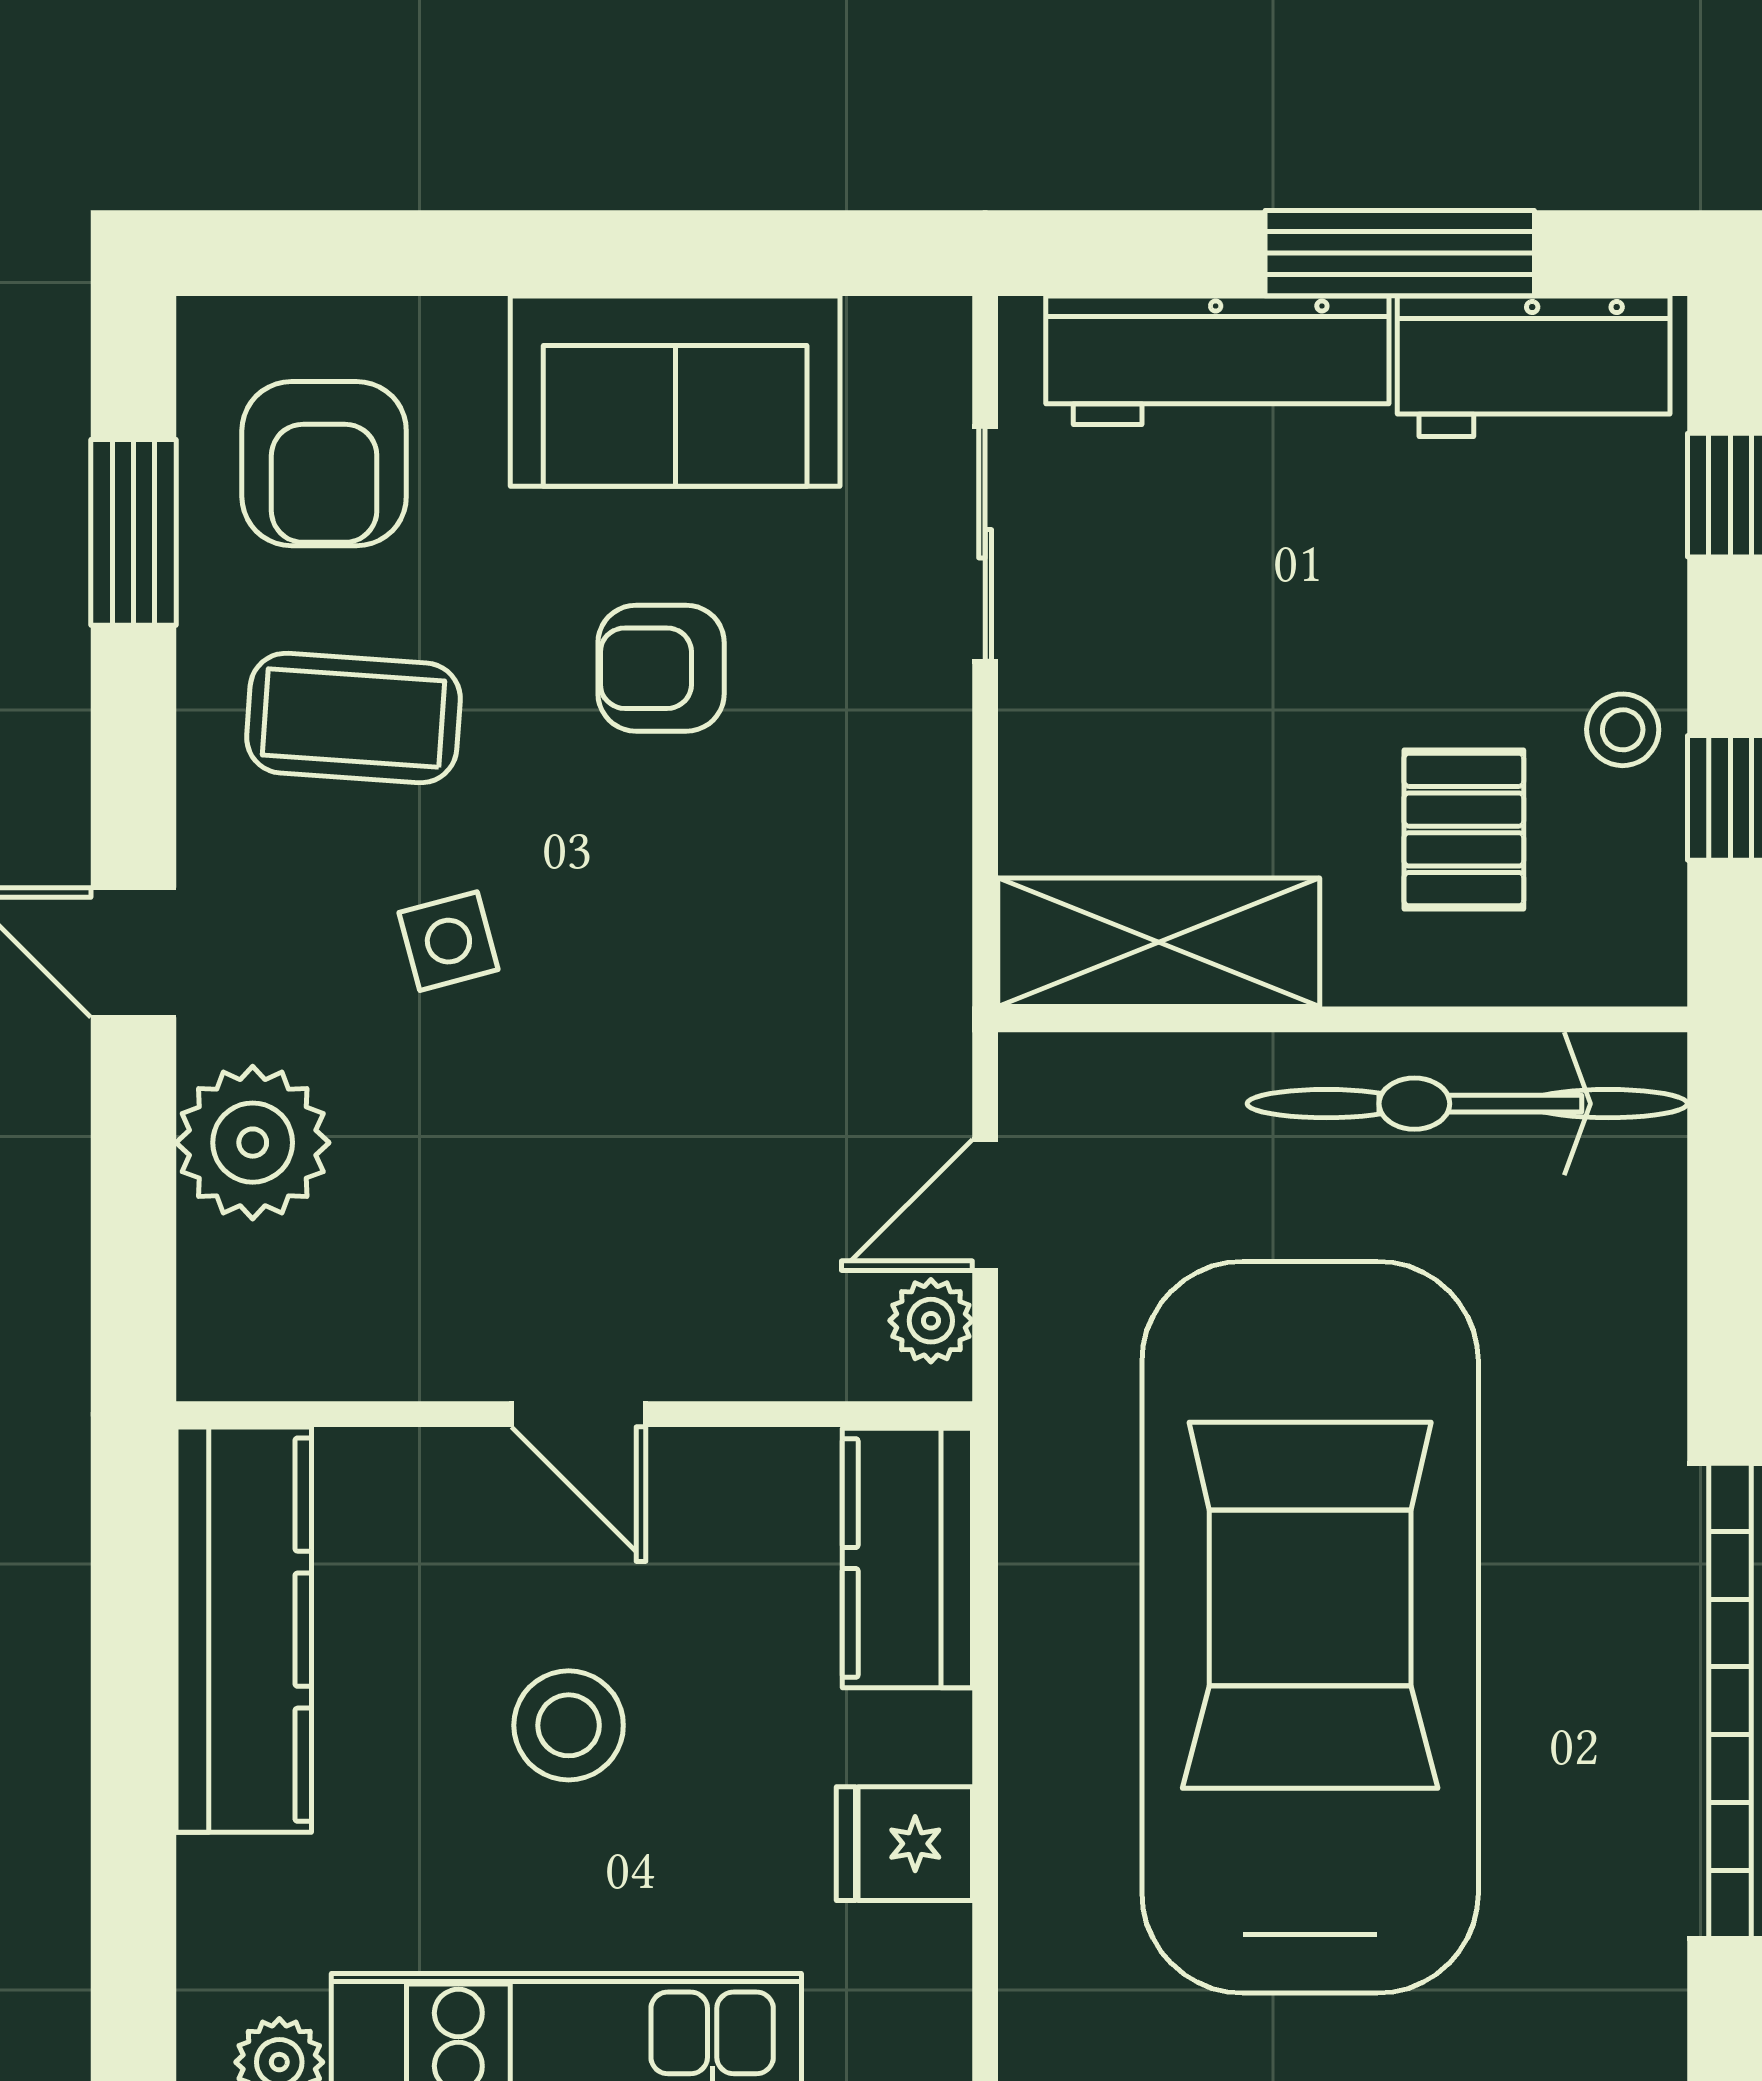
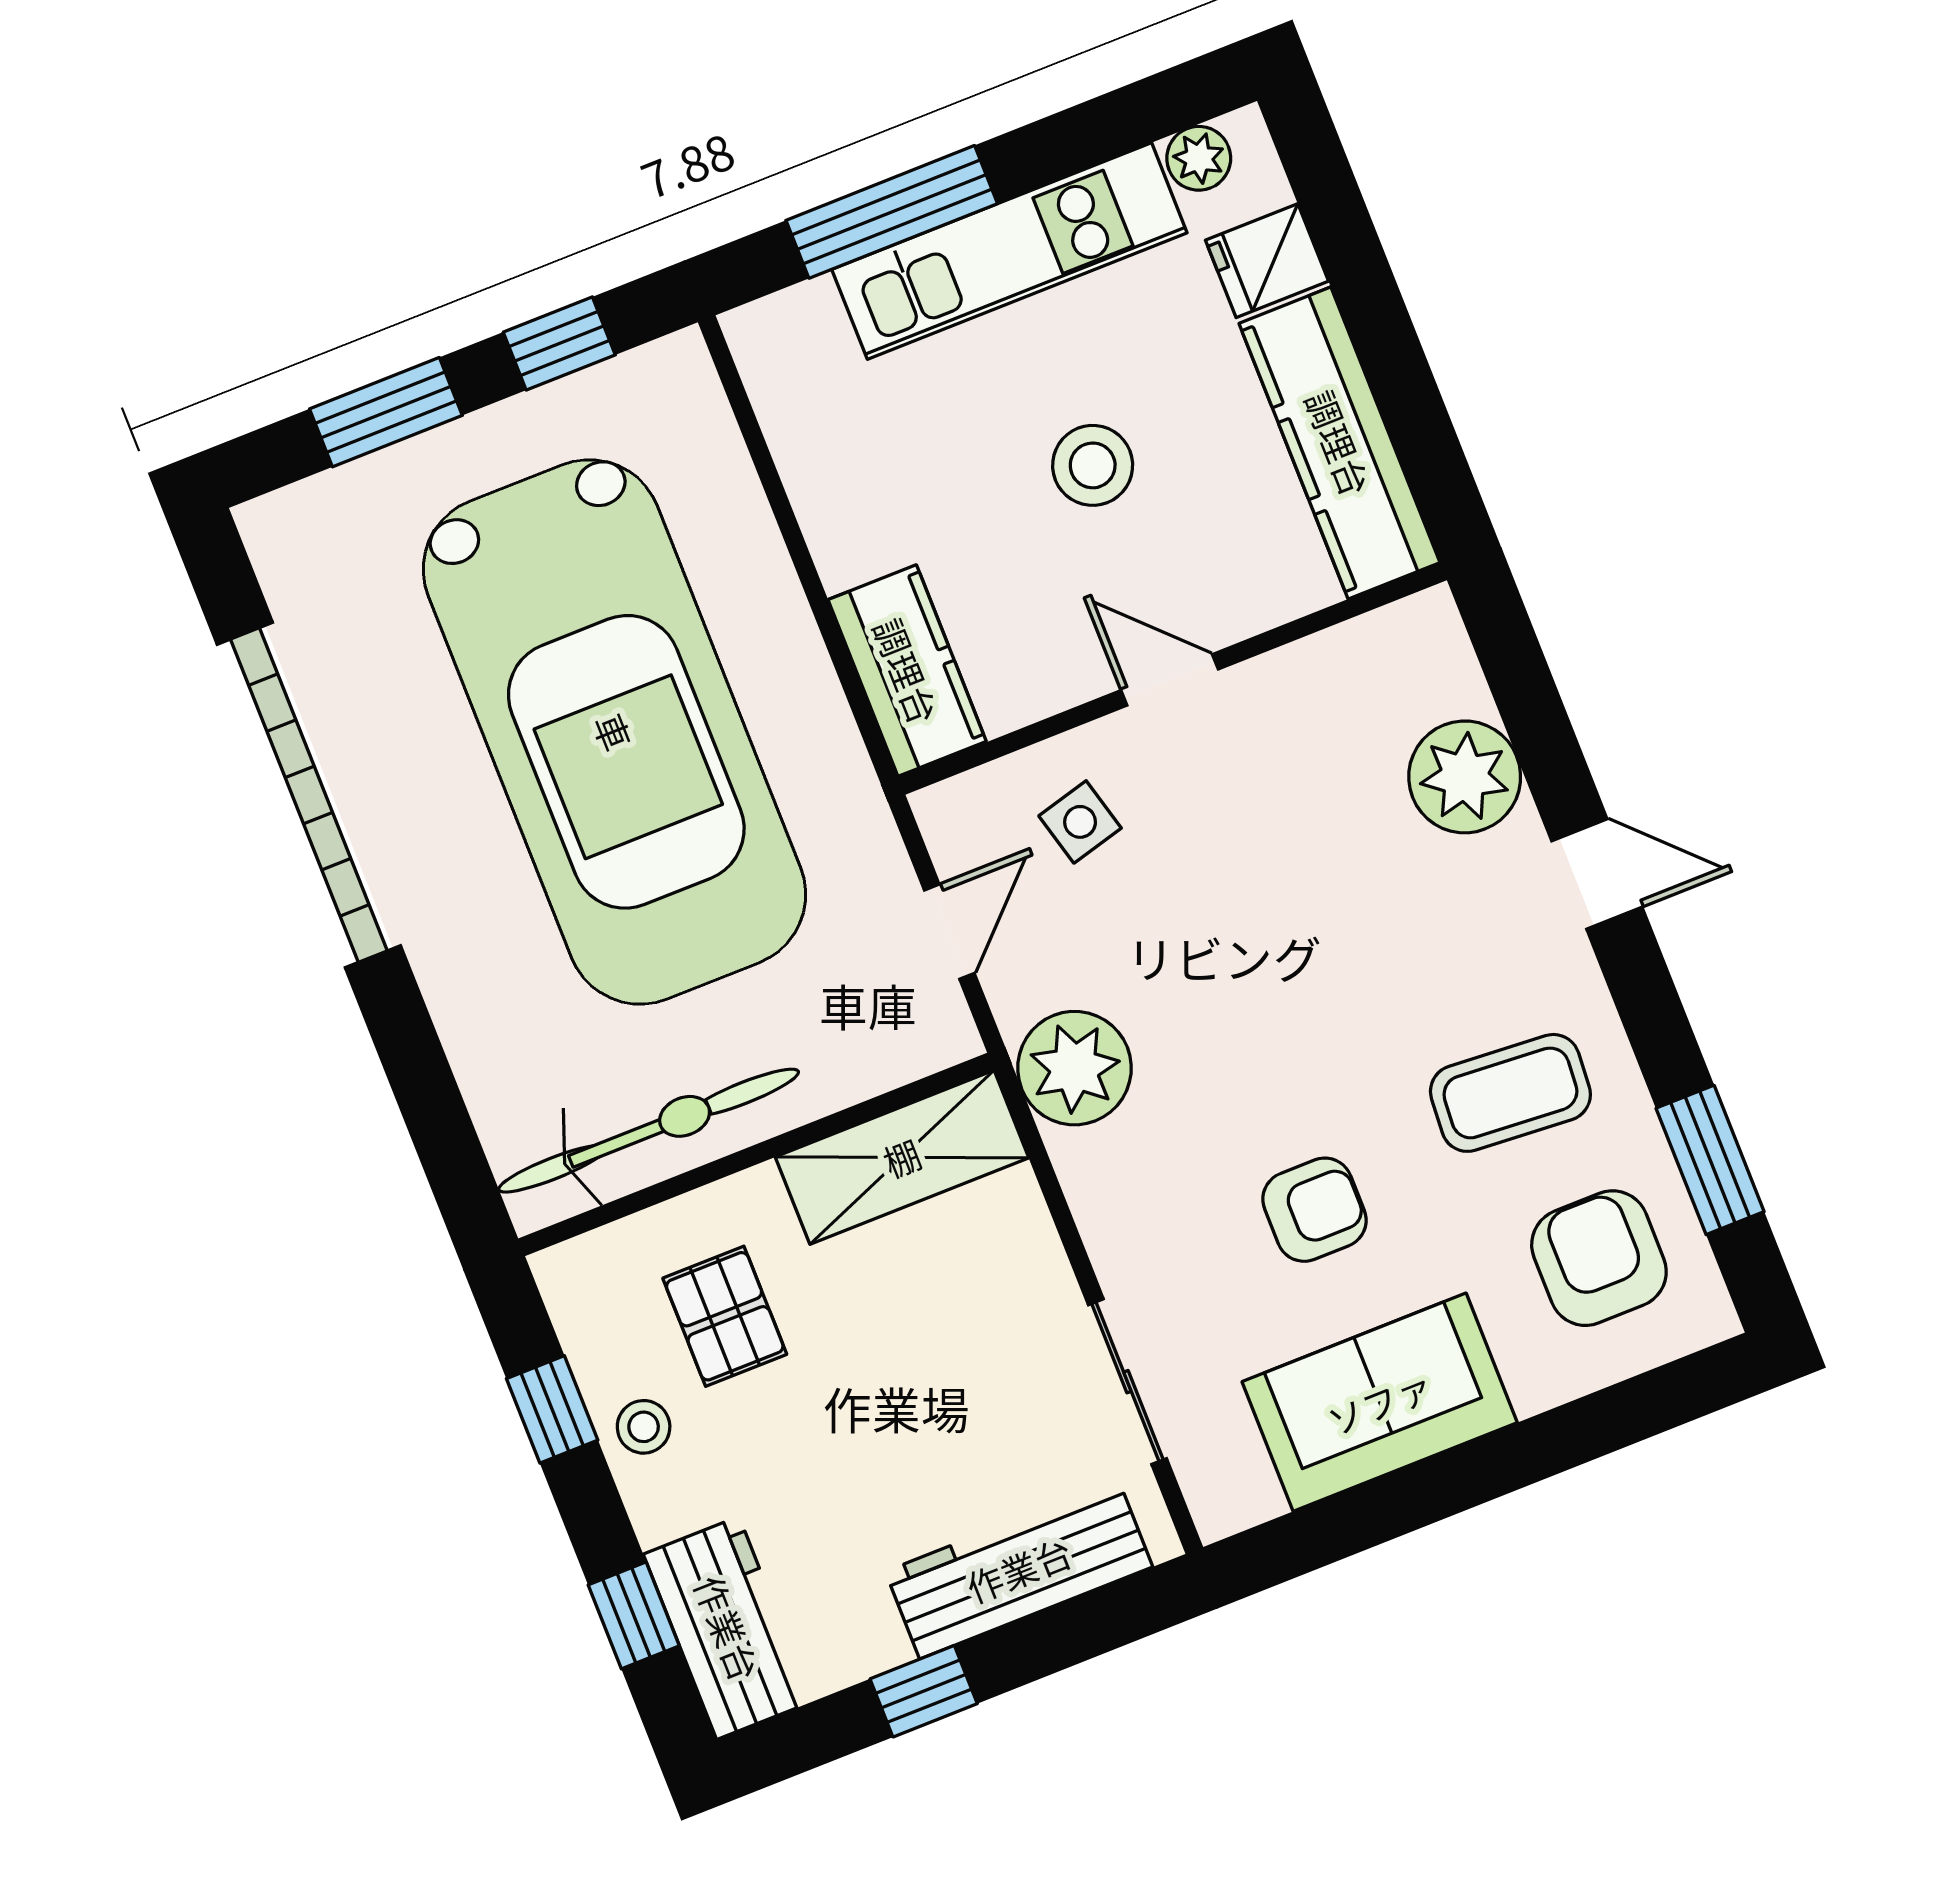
window: (1400, 253) -> (924, 1691), width x0.46
workbench: (1534, 366) -> (728, 1628), moved, turned 90
side table: (448, 941) -> (1080, 822), moved
plant: (931, 1321) -> (1075, 1068), moved, width x1.88, depth x1.88
fridge: (904, 1844) -> (1267, 261), moved, turned 180

